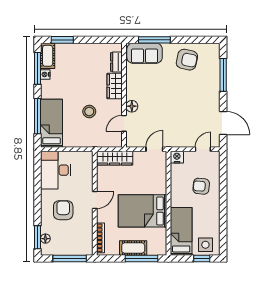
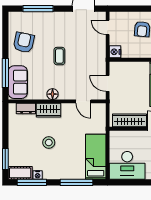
coffee table: (172, 98) -> (59, 56), added
floor lamp: (132, 106) -> (53, 94), moved
stool: (89, 112) -> (49, 143), moved
bed: (52, 123) -> (96, 157), moved, turned 90
door: (154, 149) -> (108, 83), moved
wardrobe: (115, 158) -> (130, 120), moved, turned -90

